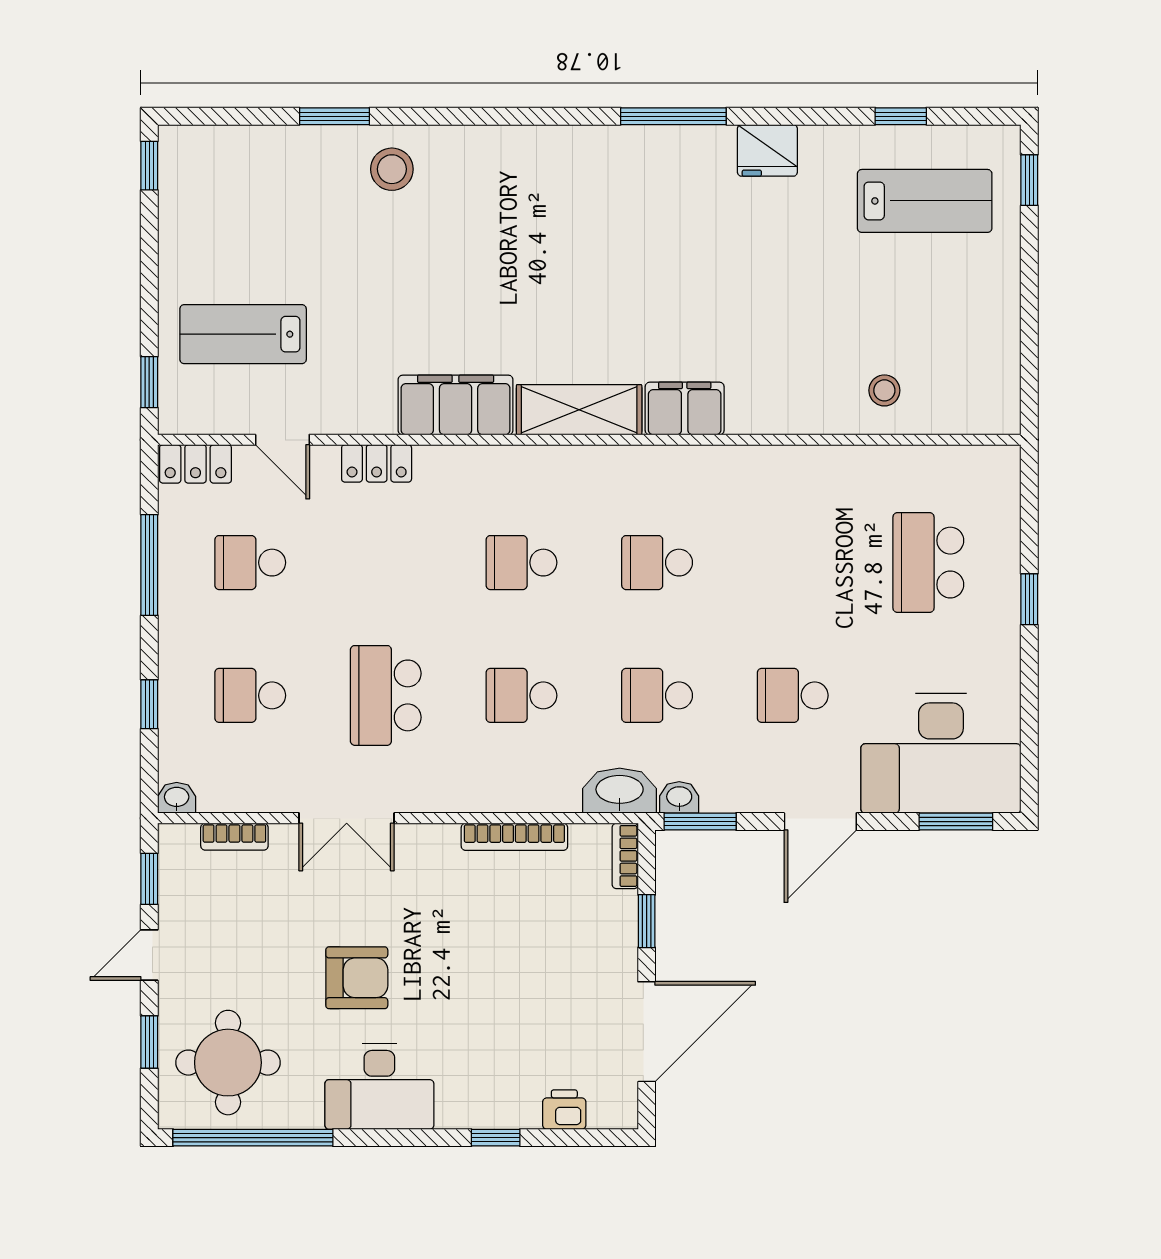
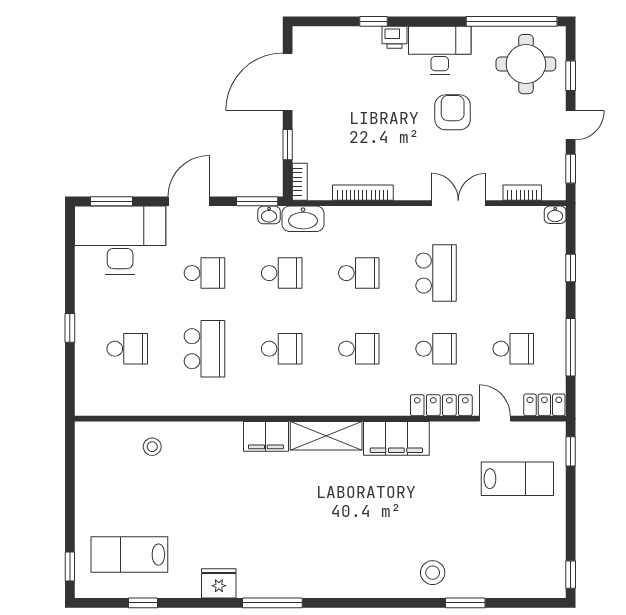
locker: (377, 463) -> (441, 405), width x1.53
school desk: (793, 563) -> (204, 349), added
school desk: (928, 563) -> (127, 349), width x0.54
school desk: (250, 695) -> (436, 349), moved
armchair: (357, 978) -> (453, 112), turned 90
printer: (564, 1110) -> (394, 37), moved

